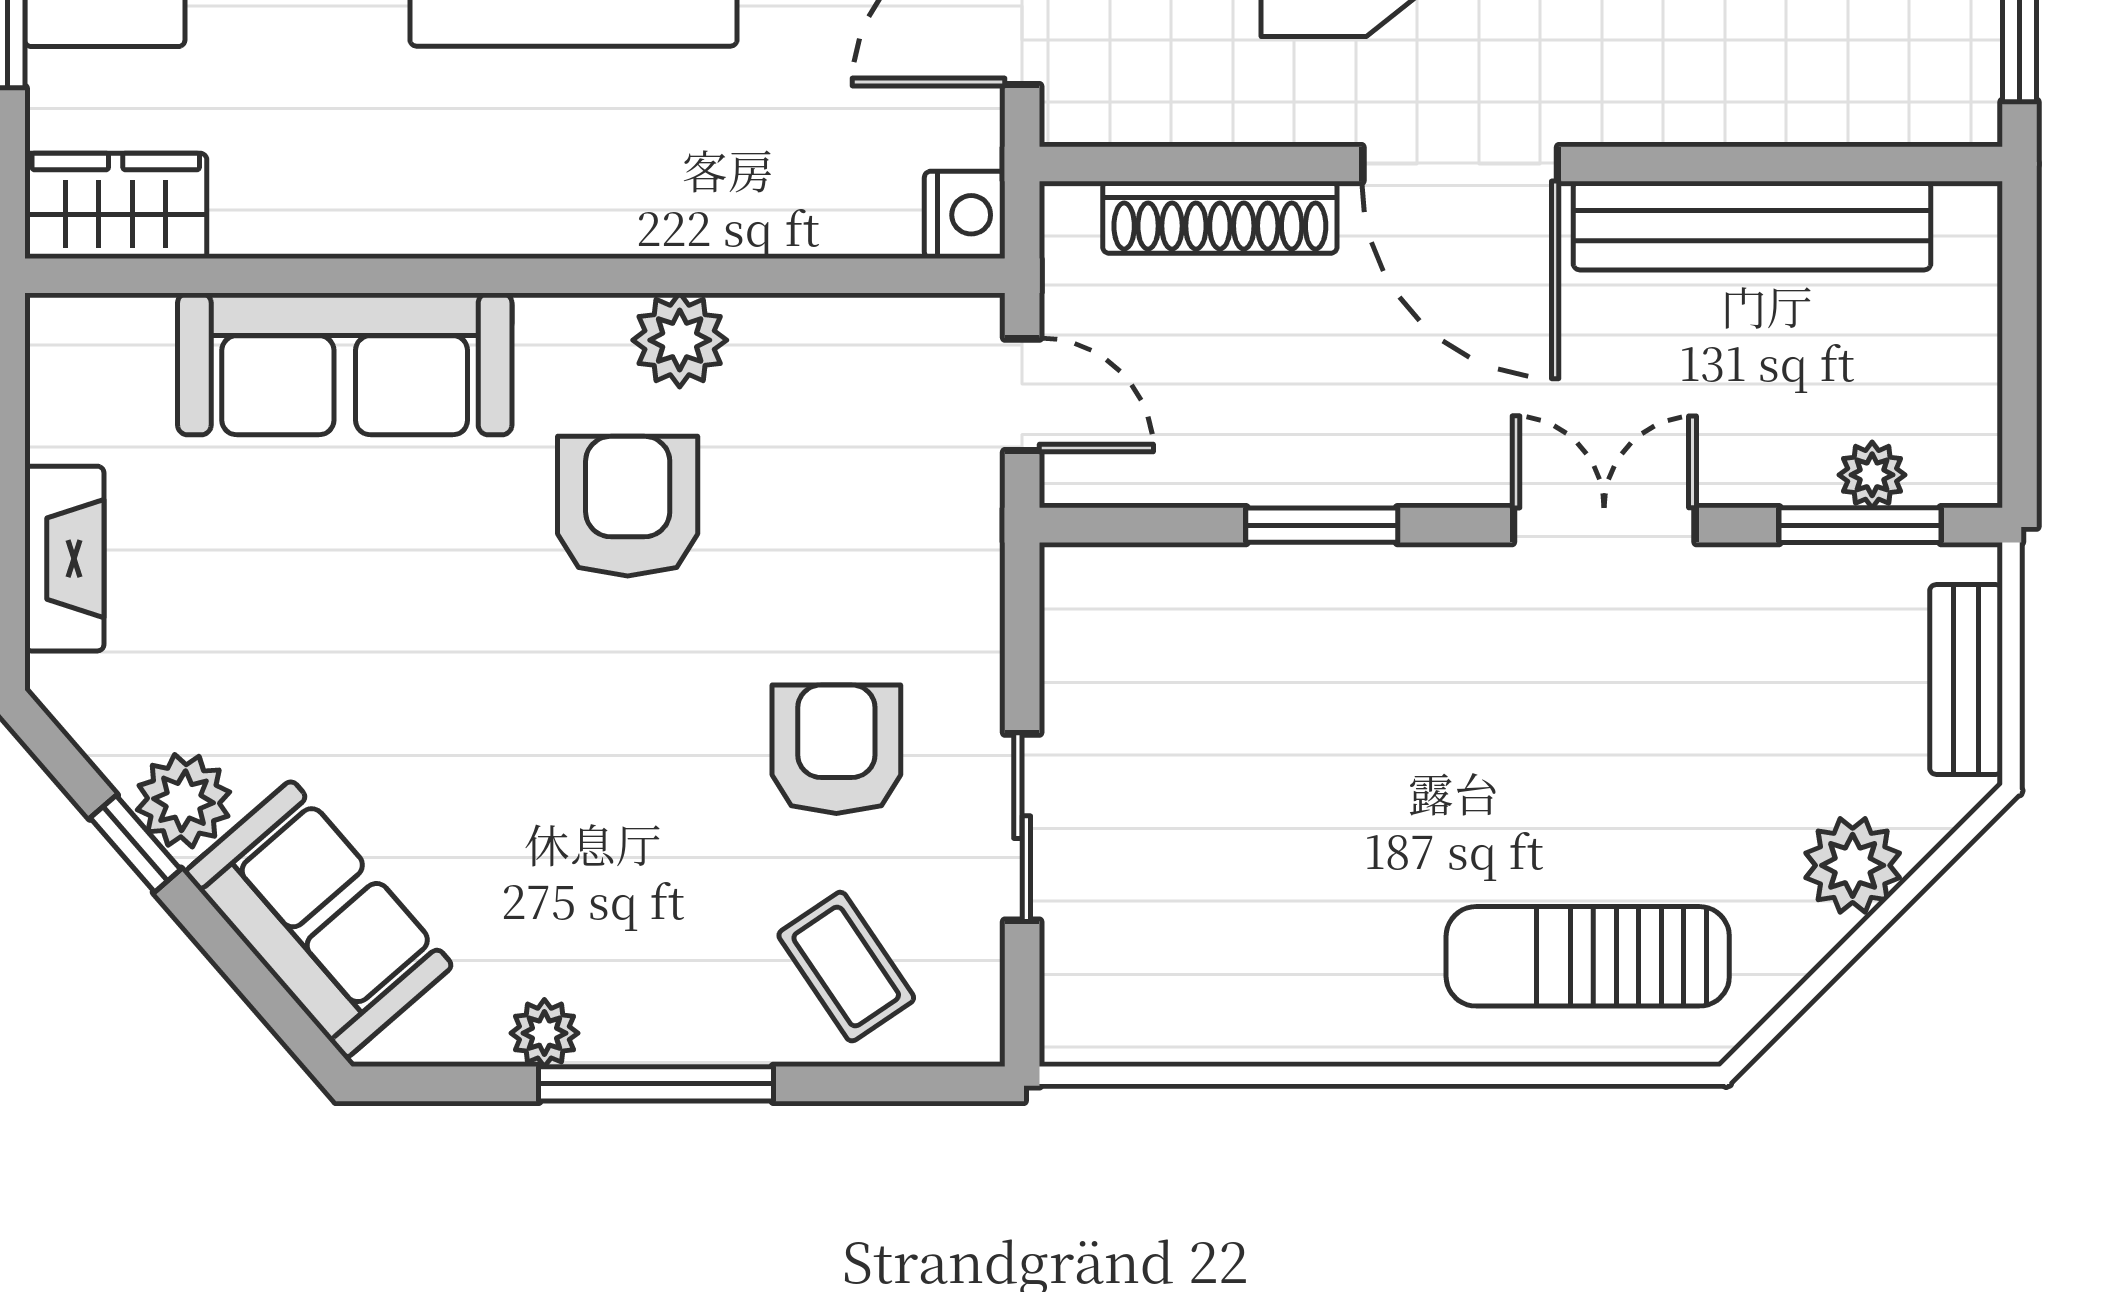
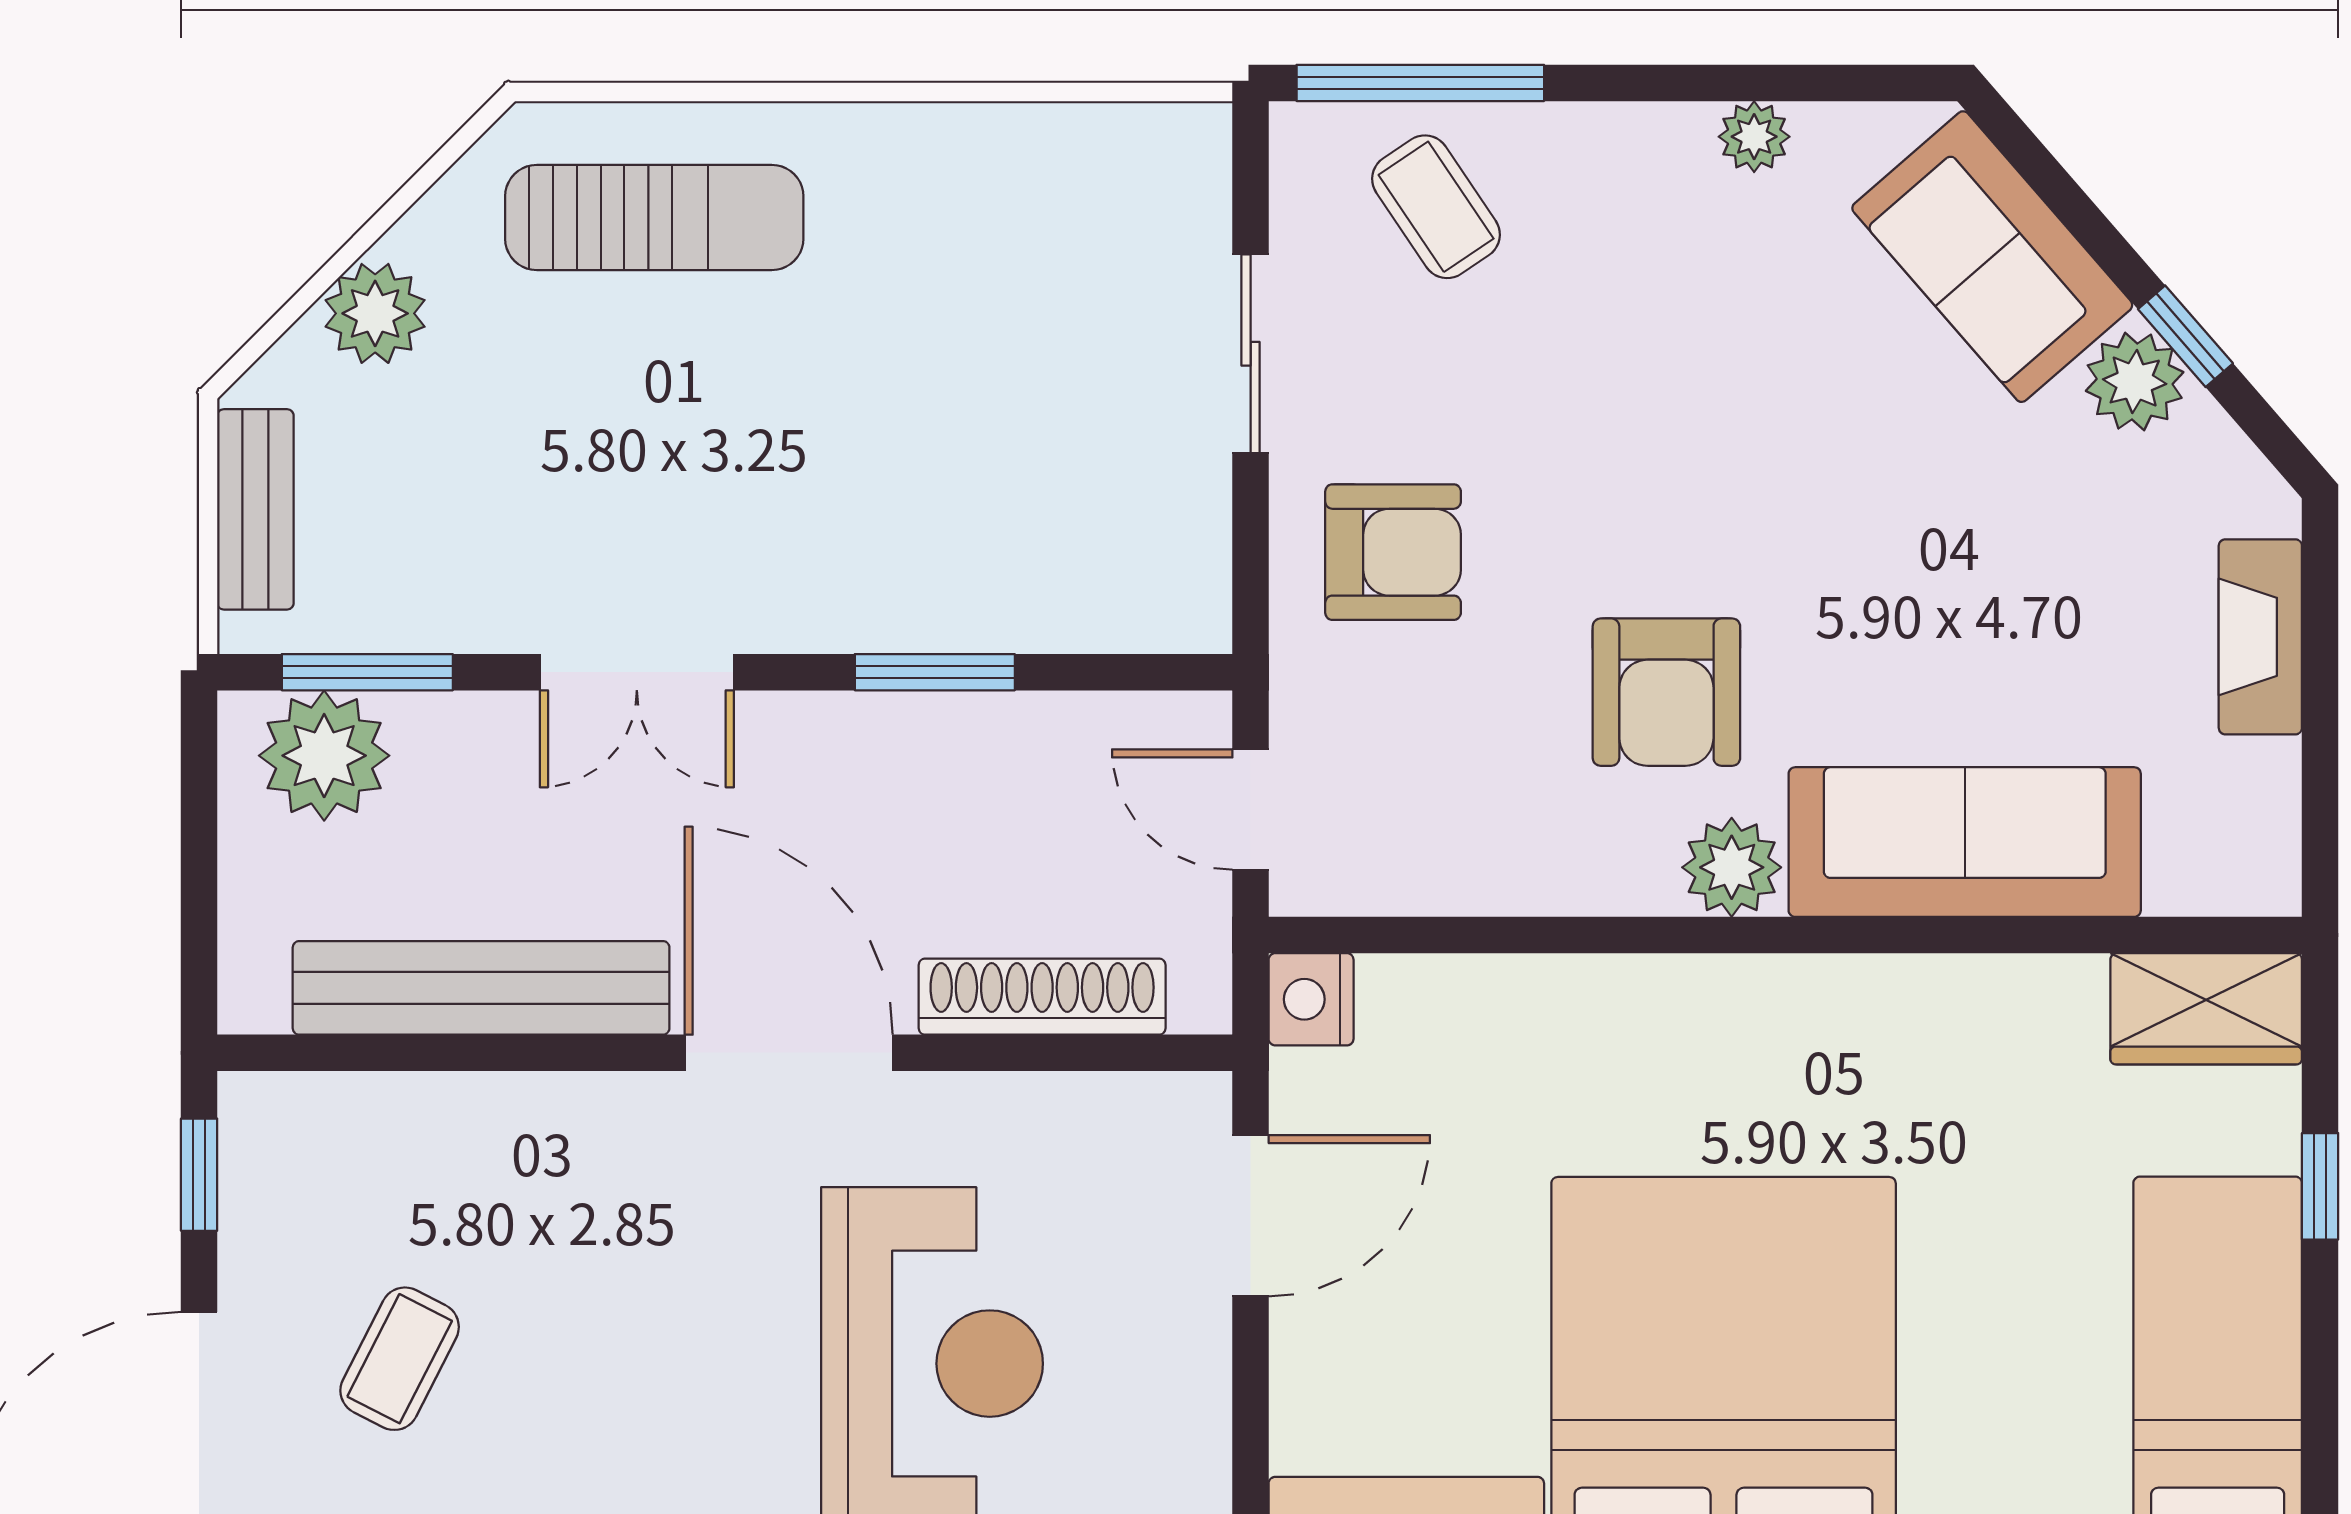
plant: (680, 340) -> (1732, 867), moved
plant: (1872, 475) -> (324, 756), width x1.88, depth x1.88
armchair: (836, 749) -> (1393, 552), moved, turned -90
window: (656, 1084) -> (1420, 83), moved

